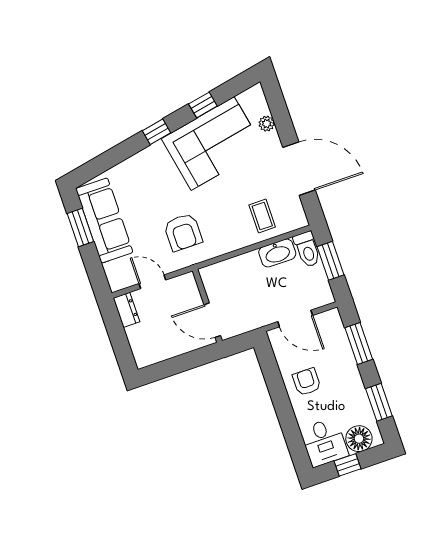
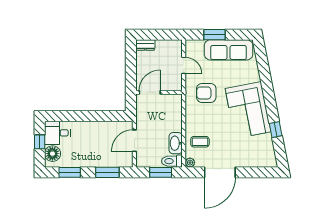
plant: (267, 124) -> (190, 163), moved
window: (157, 132) -> (269, 97), removed
corner sofa: (213, 143) -> (248, 110), moved
window: (80, 228) -> (215, 35), moved
door: (152, 282) -> (184, 65), hinge flipped
dresser: (126, 310) -> (145, 45), moved
armchair: (307, 382) -> (96, 135), removed

